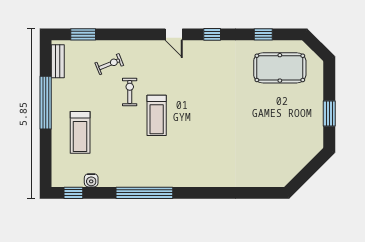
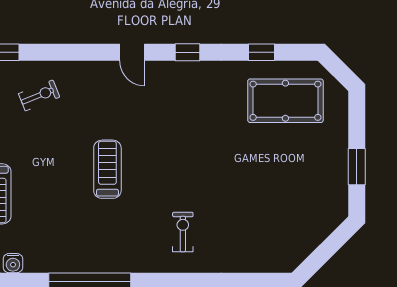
exercise bike: (130, 92) -> (183, 232), moved
treadmill: (157, 115) -> (107, 169), turned 180

